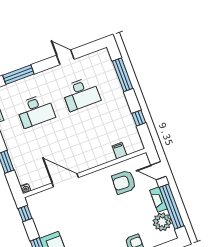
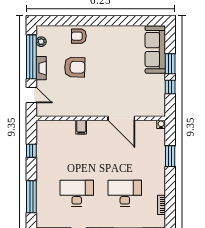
filing cabinet: (119, 151) -> (81, 127), moved
armchair: (124, 182) -> (75, 67), moved
window: (25, 213) -> (170, 87), moved
plant: (162, 222) -> (41, 42), width x0.53, depth x0.53

